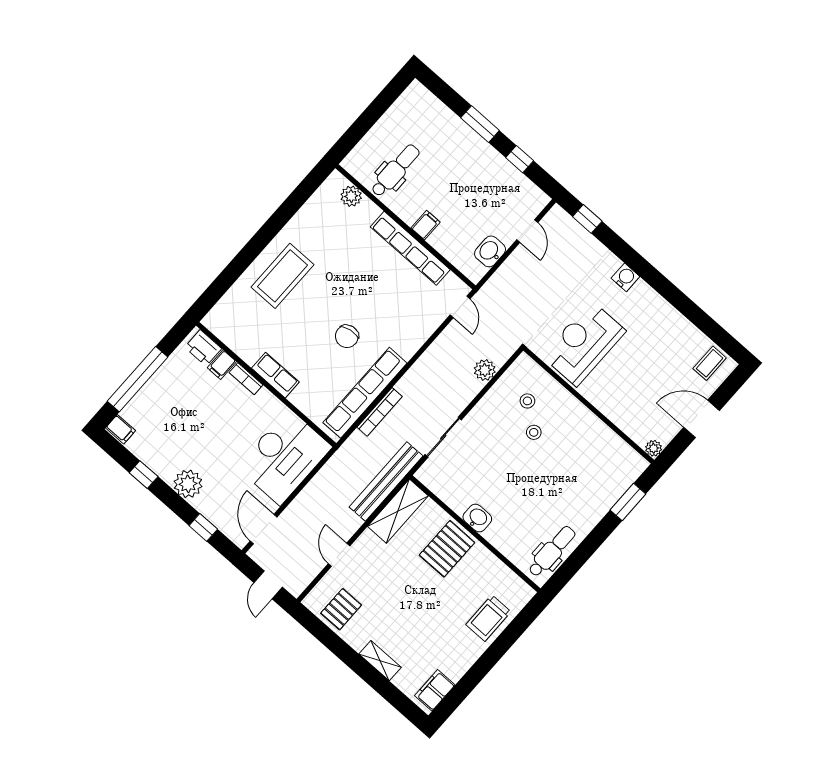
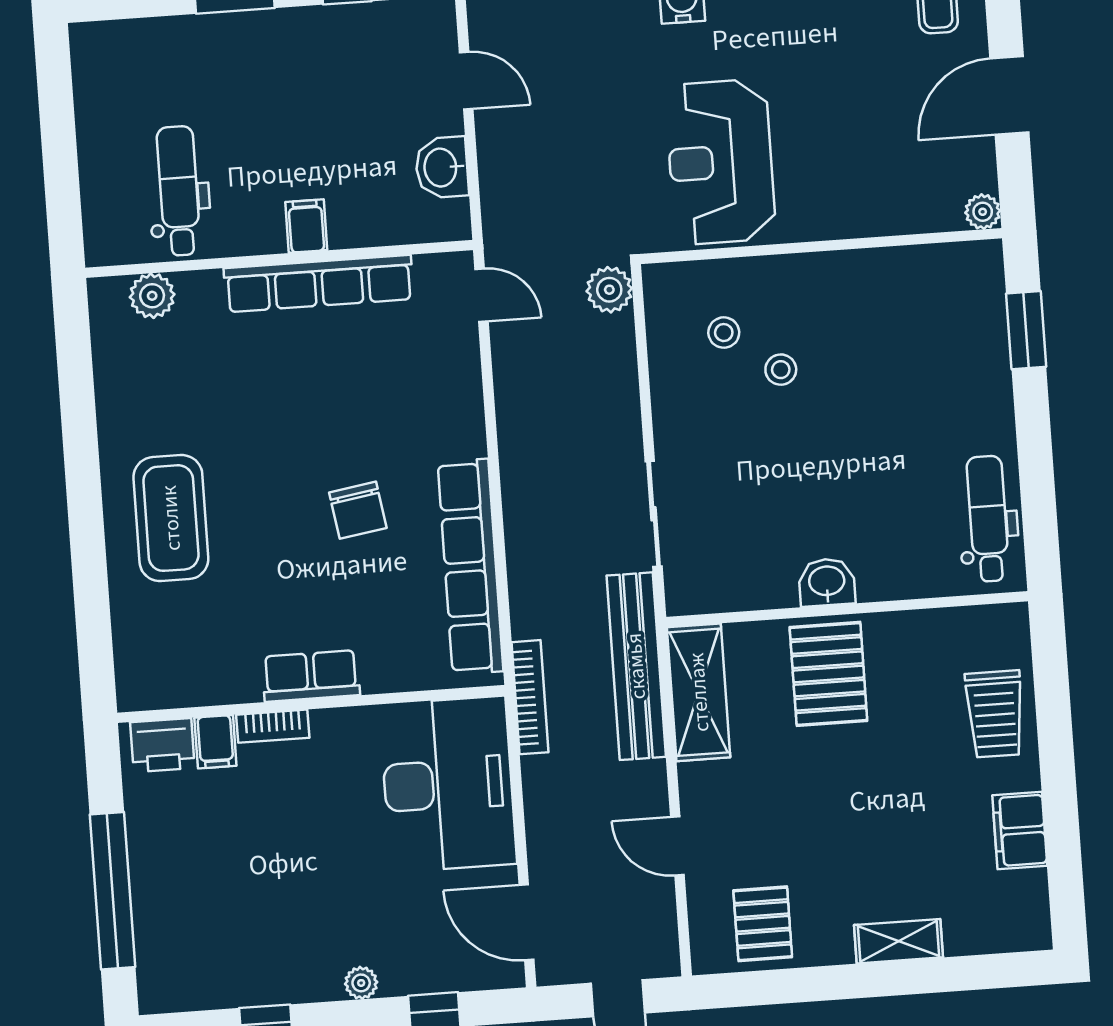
plant: (485, 370) -> (609, 290), moved
bookcase: (380, 412) -> (530, 697), moved
filing cabinet: (121, 429) -> (163, 991), removed
plant: (188, 484) -> (361, 983), width x0.53, depth x0.53
filing cabinet: (435, 690) -> (1020, 830), moved

